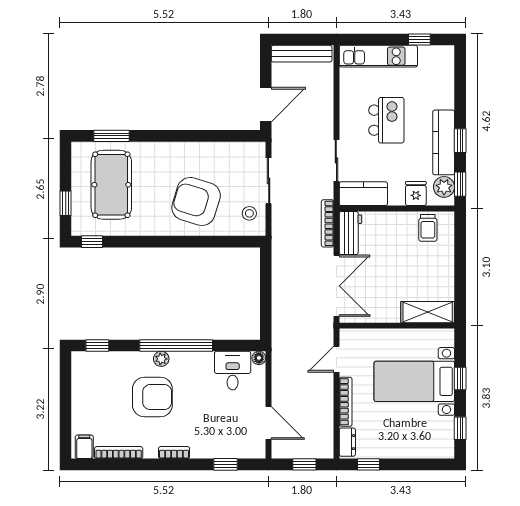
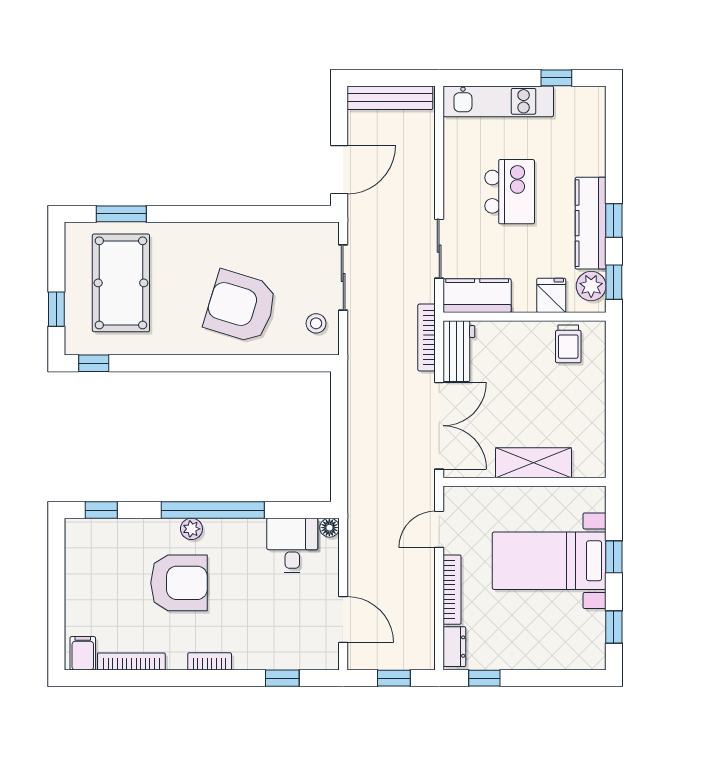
shelving: (428, 312) -> (533, 463), moved

